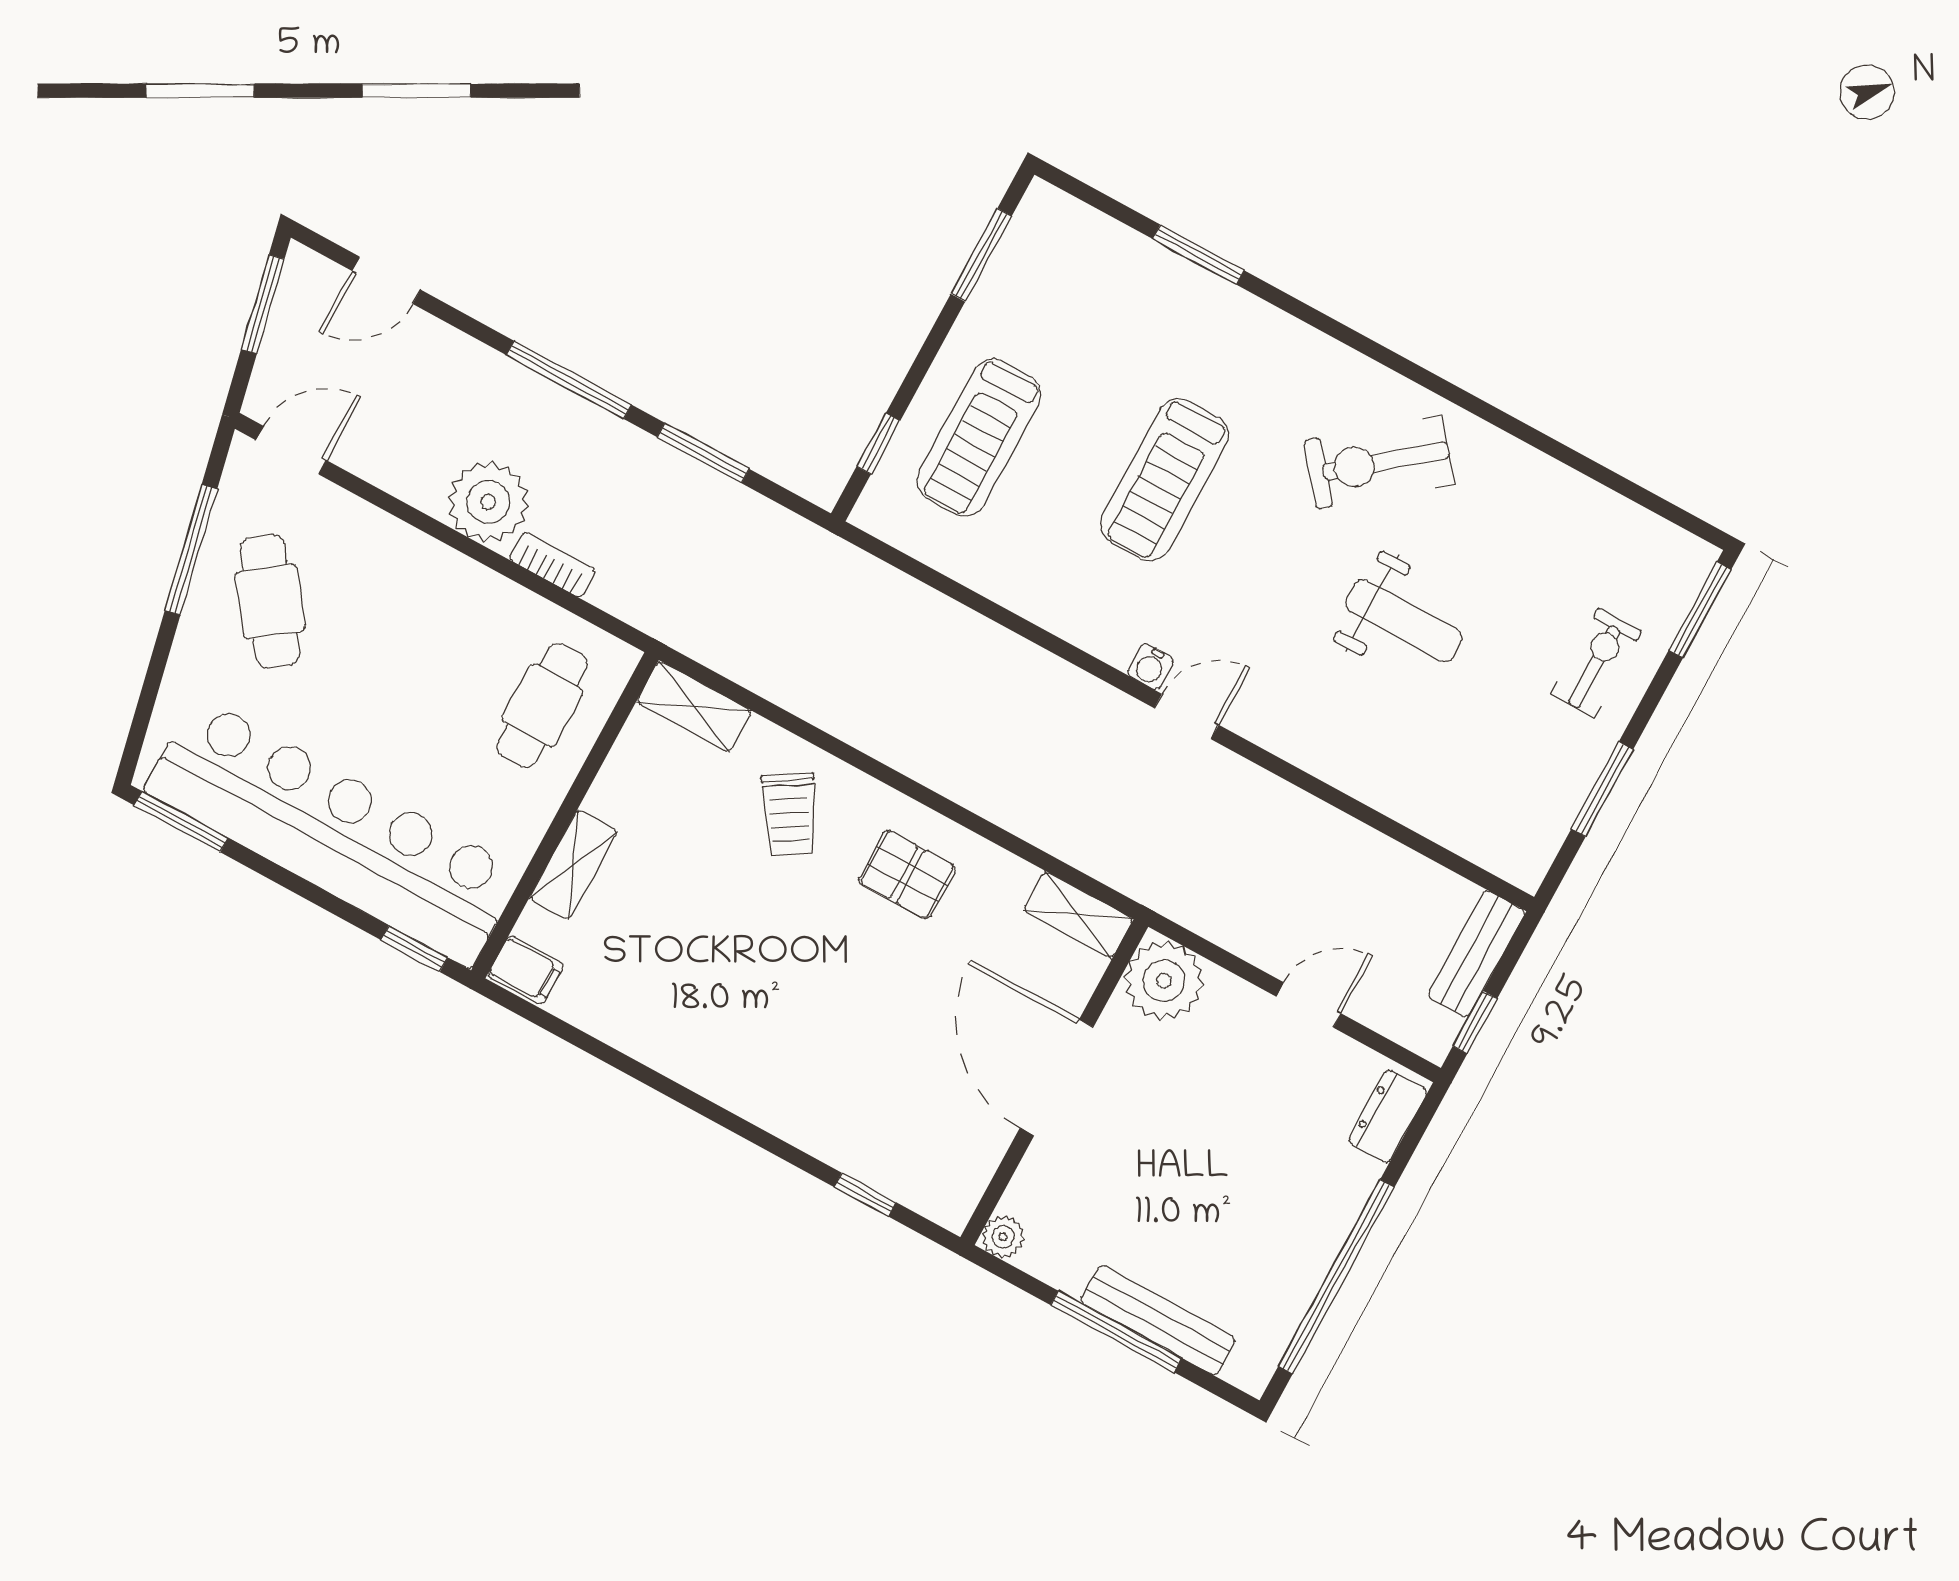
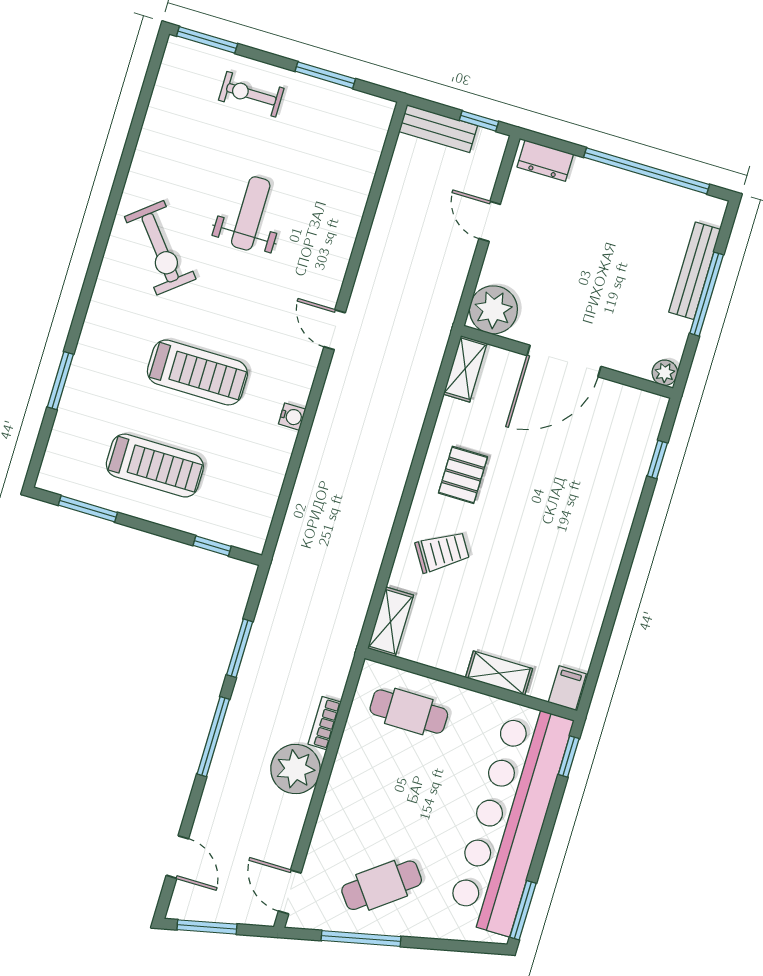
treadmill: (979, 438) -> (155, 466), moved
water cooler: (1150, 667) -> (292, 417), moved

